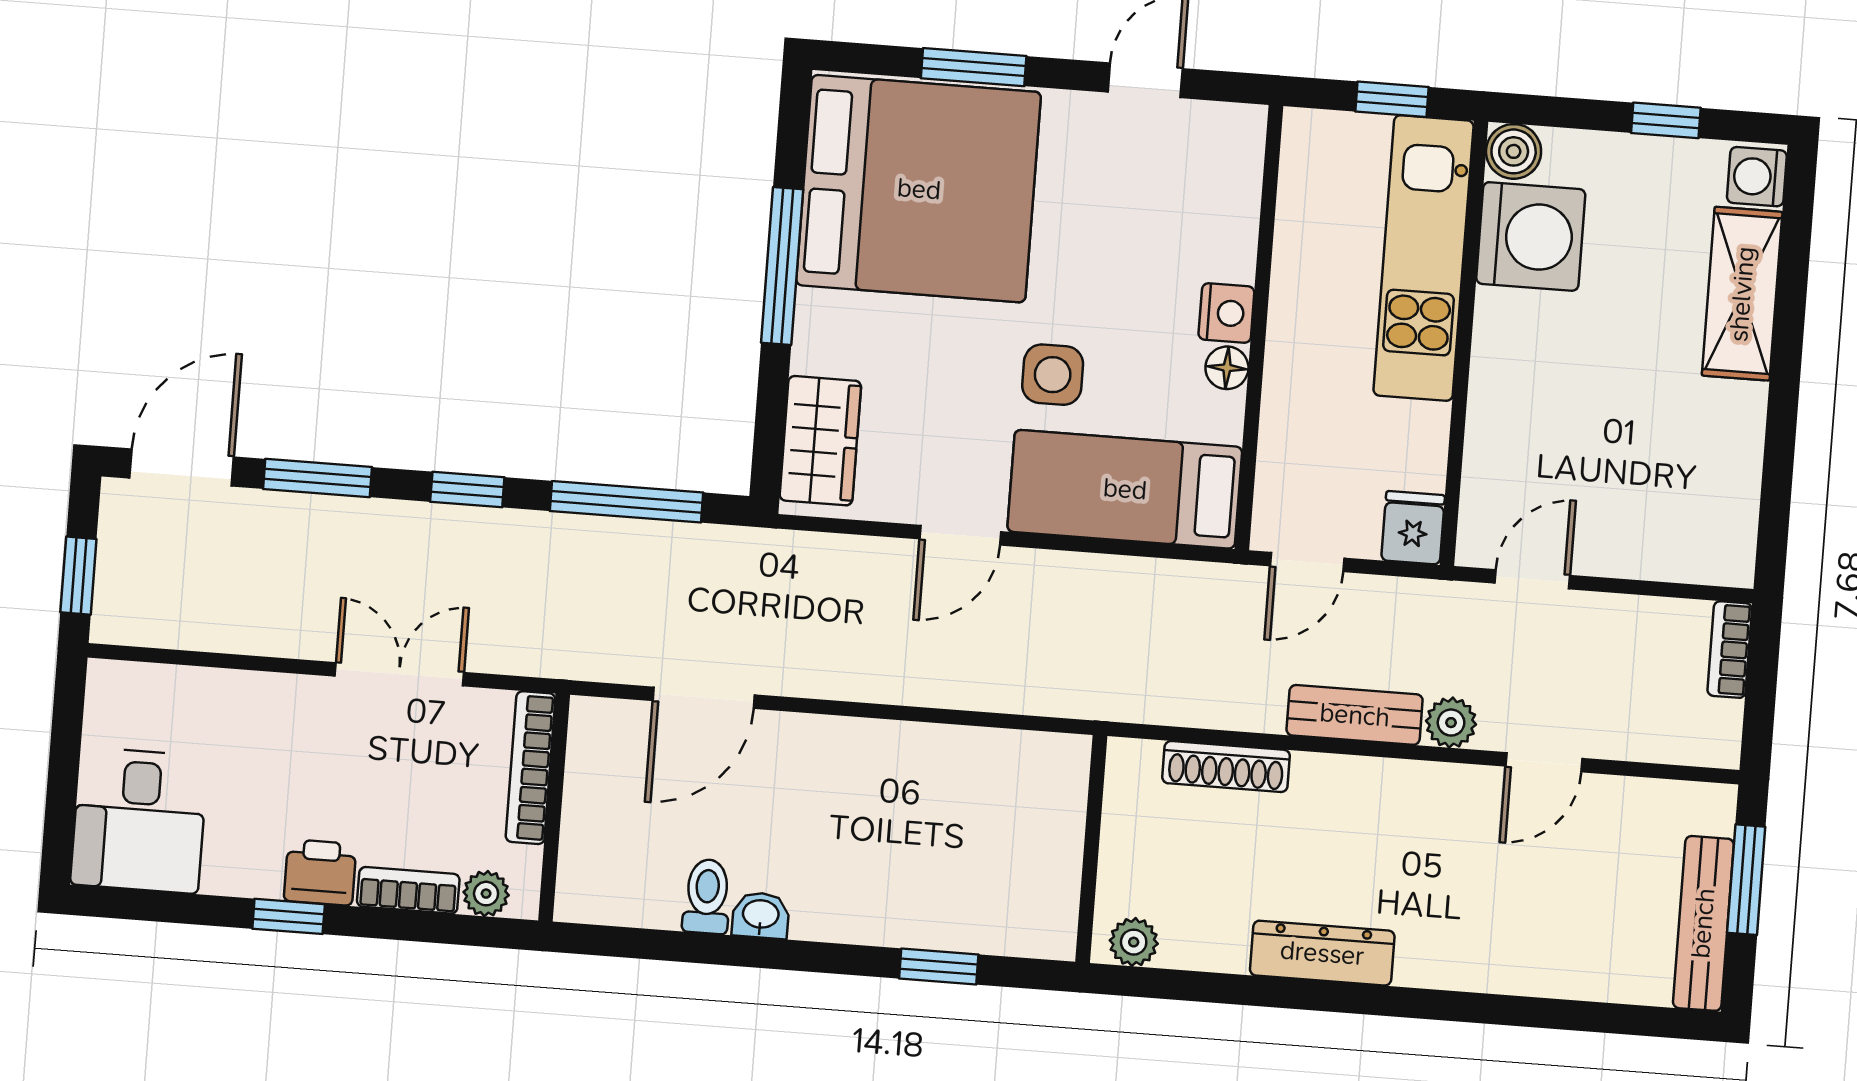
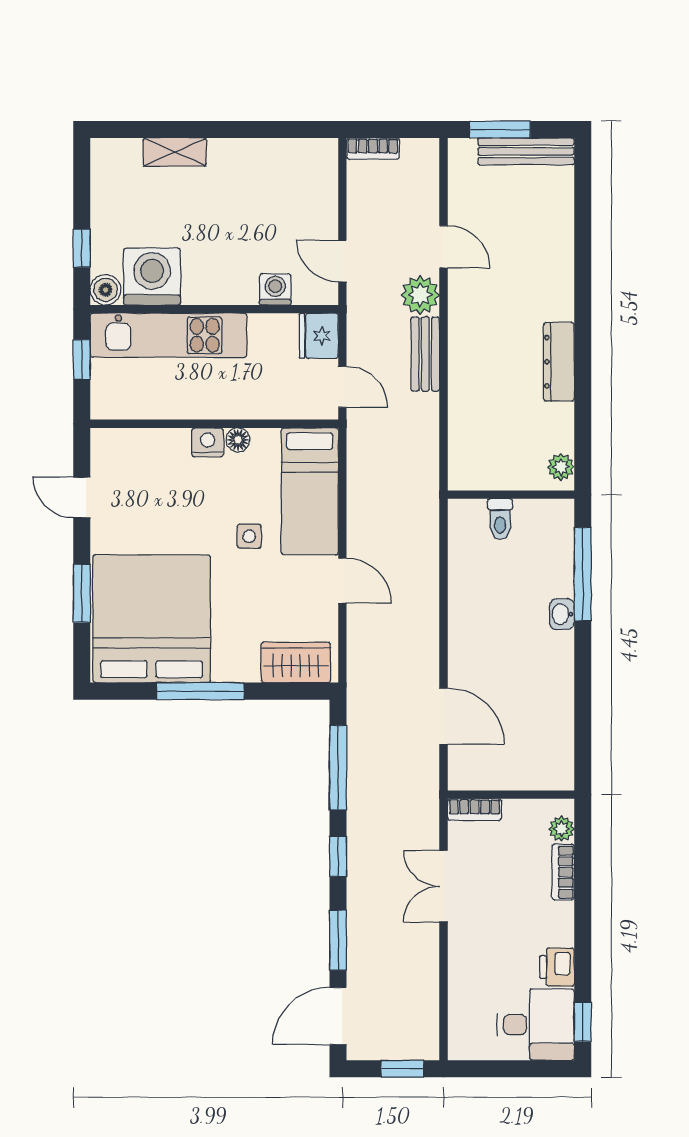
window: (1666, 120) -> (82, 248), moved
washing machine: (1757, 177) -> (275, 289), moved, turned 180
shelving: (1742, 294) -> (175, 152), width x0.67, depth x0.75
side table: (1053, 375) -> (249, 536), width x0.73, depth x0.73
door: (182, 468) -> (338, 1016), hinge flipped
fridge: (1413, 528) -> (319, 336), width x1.38
plant: (1451, 723) -> (420, 295), width x1.38, depth x1.38
shoe rack: (1226, 767) -> (459, 423), removed
bookcase: (530, 768) -> (475, 809), width x0.64
printer: (320, 872) -> (557, 967), moved
toilet: (707, 896) -> (500, 519), moved, turned -90
washbasin: (761, 915) -> (562, 614), moved
window: (289, 916) -> (583, 1022), moved
window: (939, 966) -> (583, 574), width x2.17

